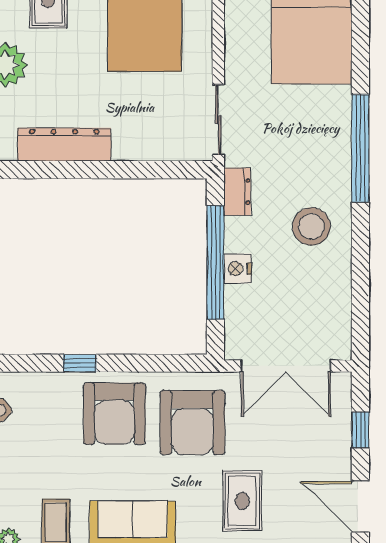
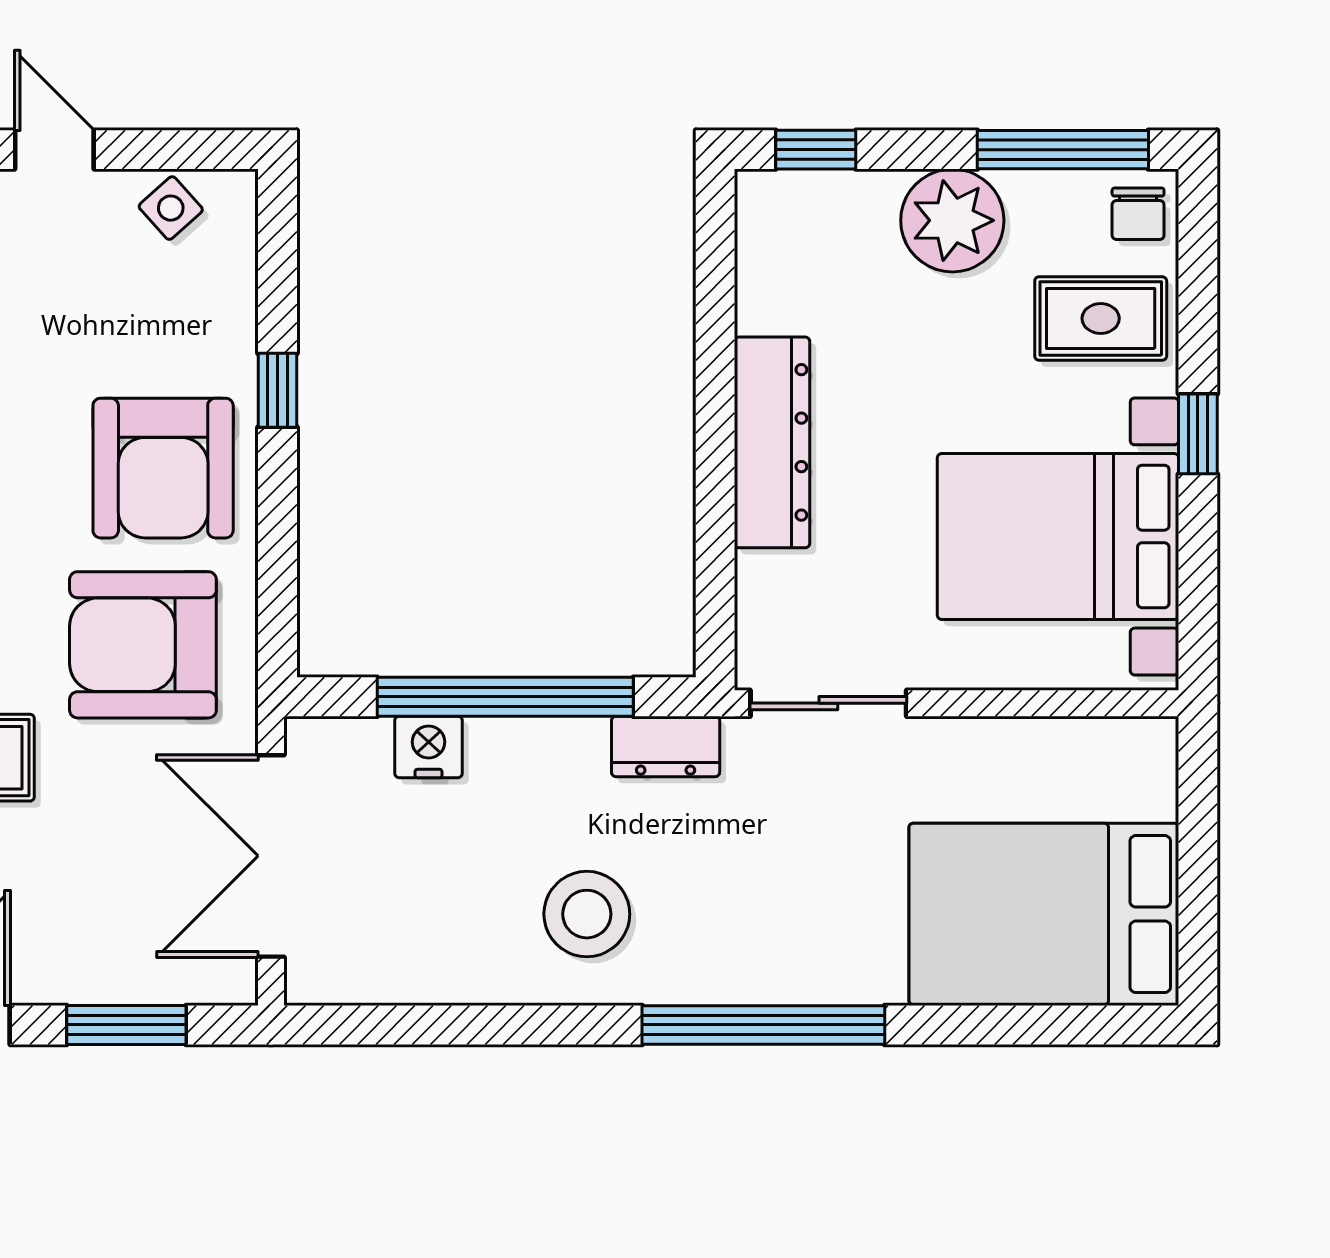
dresser: (64, 145) -> (772, 442), moved
nightstand: (238, 269) -> (429, 747), moved
armchair: (114, 414) -> (163, 468), turned -90
window: (360, 430) -> (126, 1025), width x1.50

